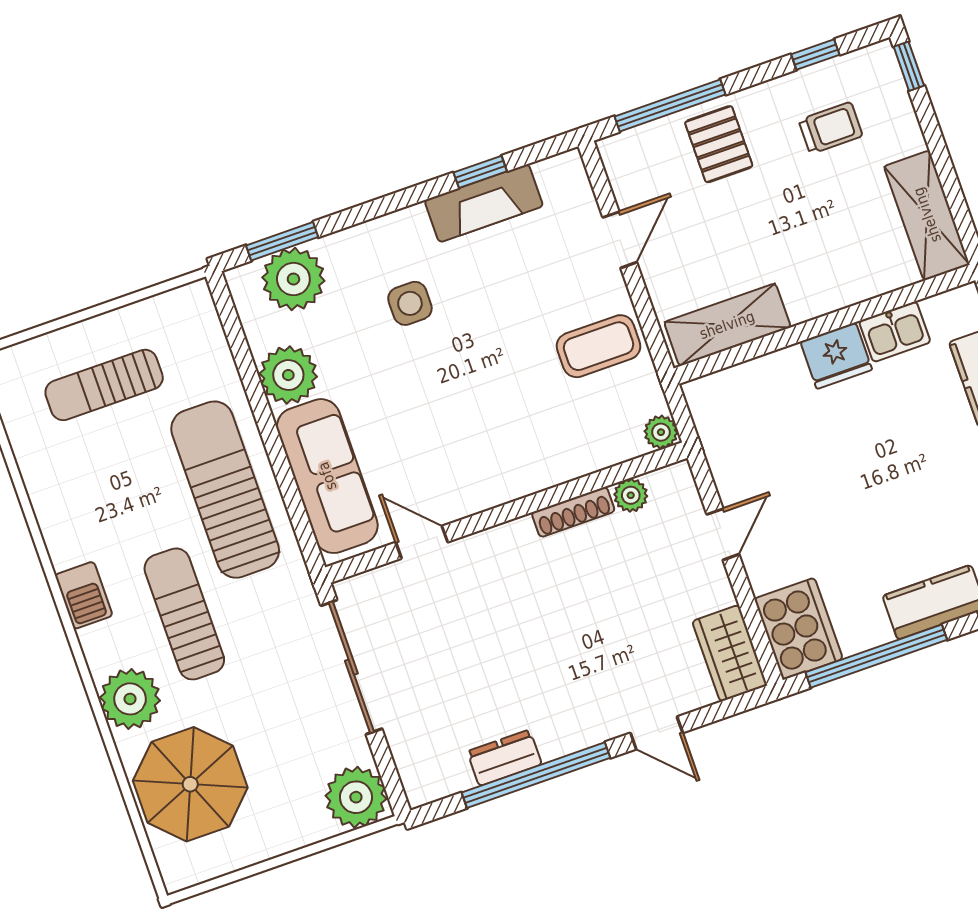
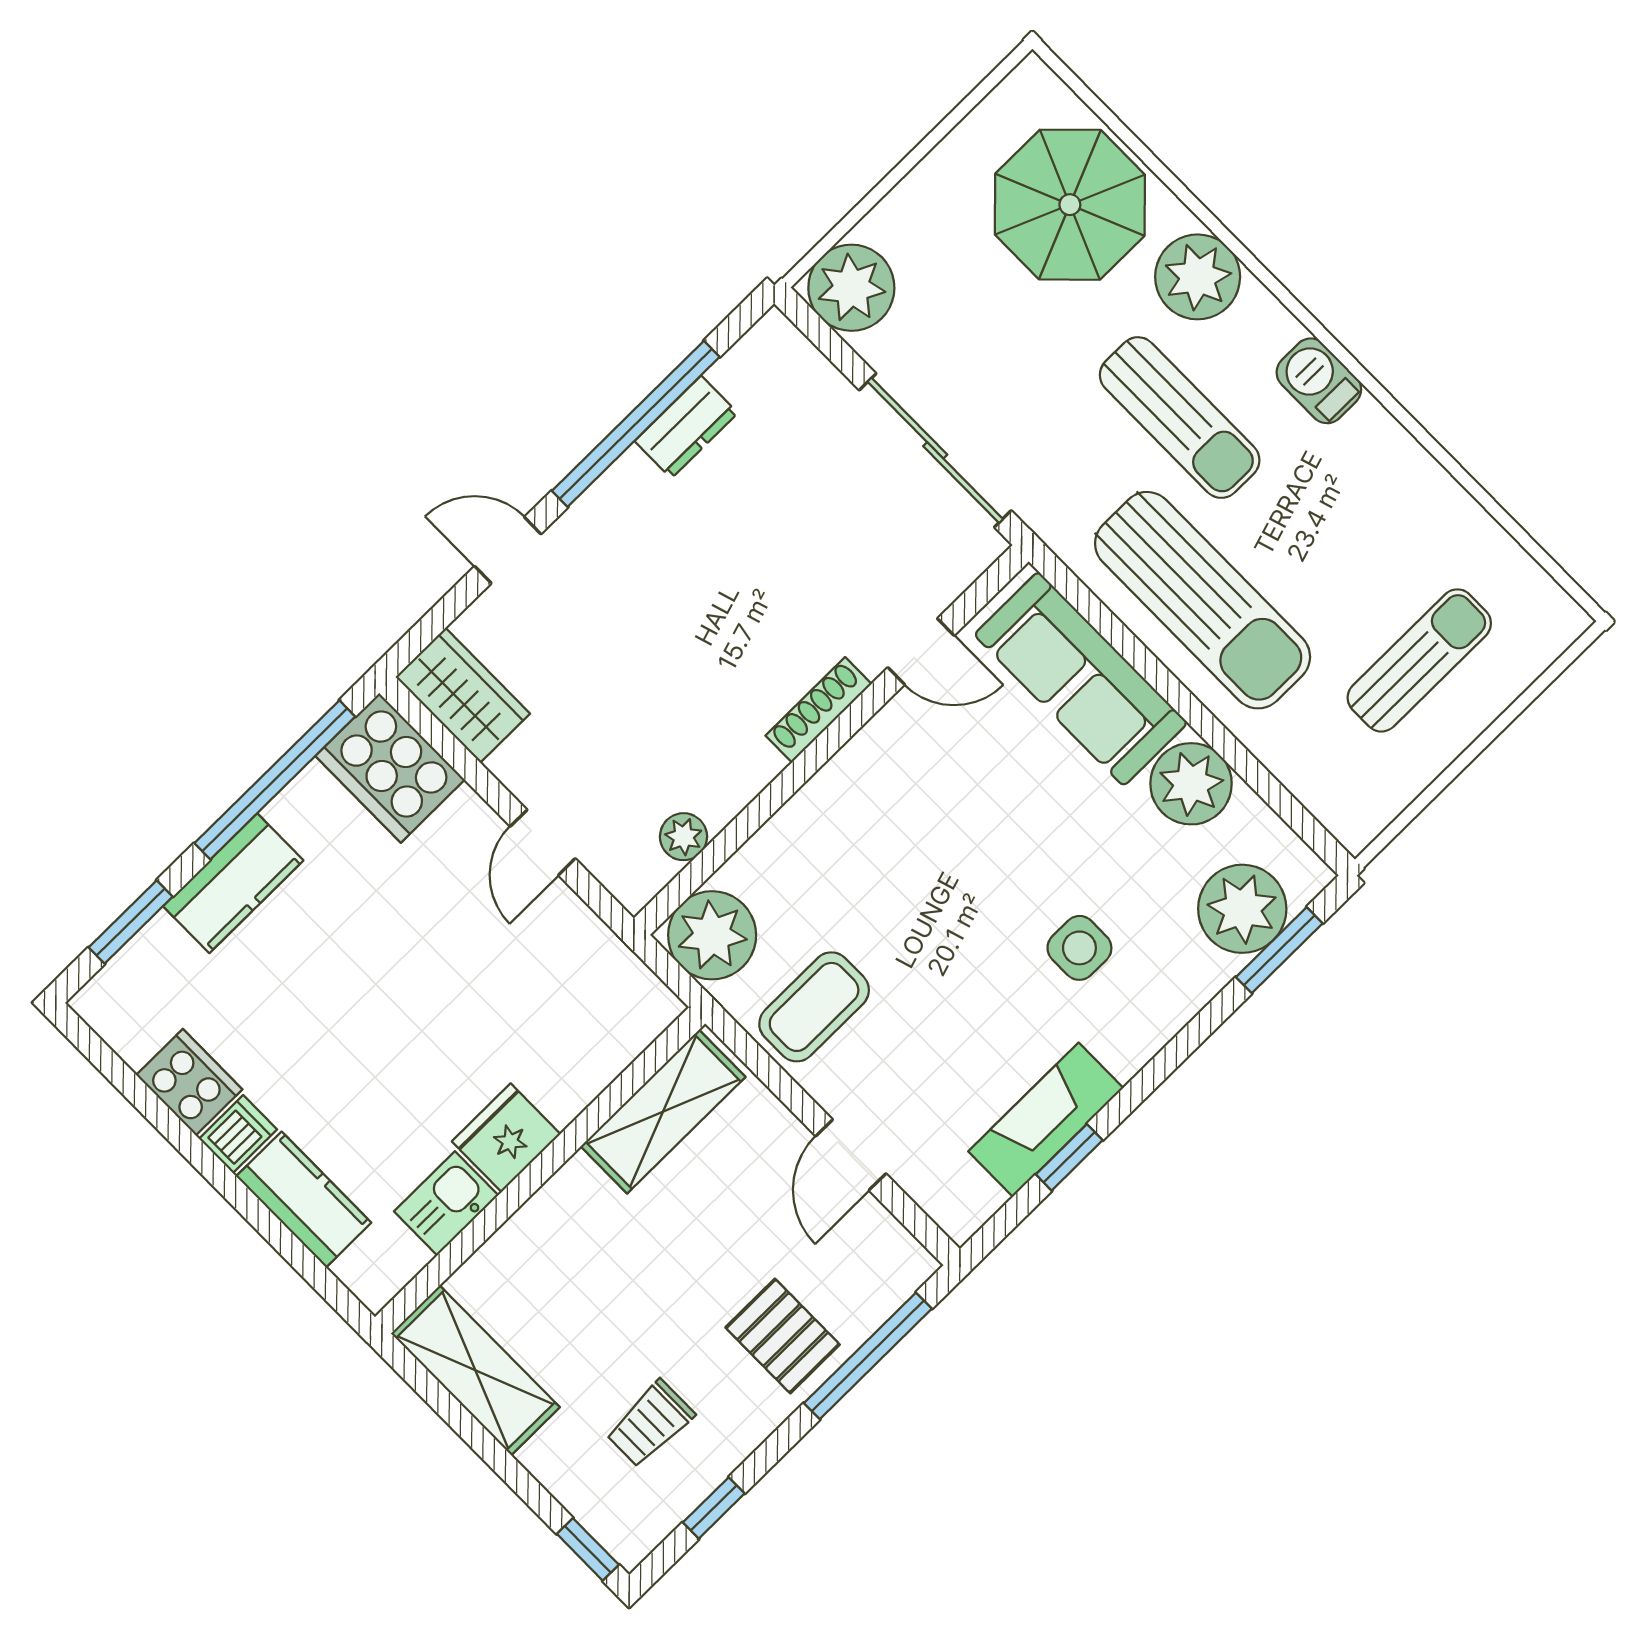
plant: (661, 432) -> (712, 935), width x1.88, depth x1.88
shoe rack: (573, 512) -> (819, 710), moved

